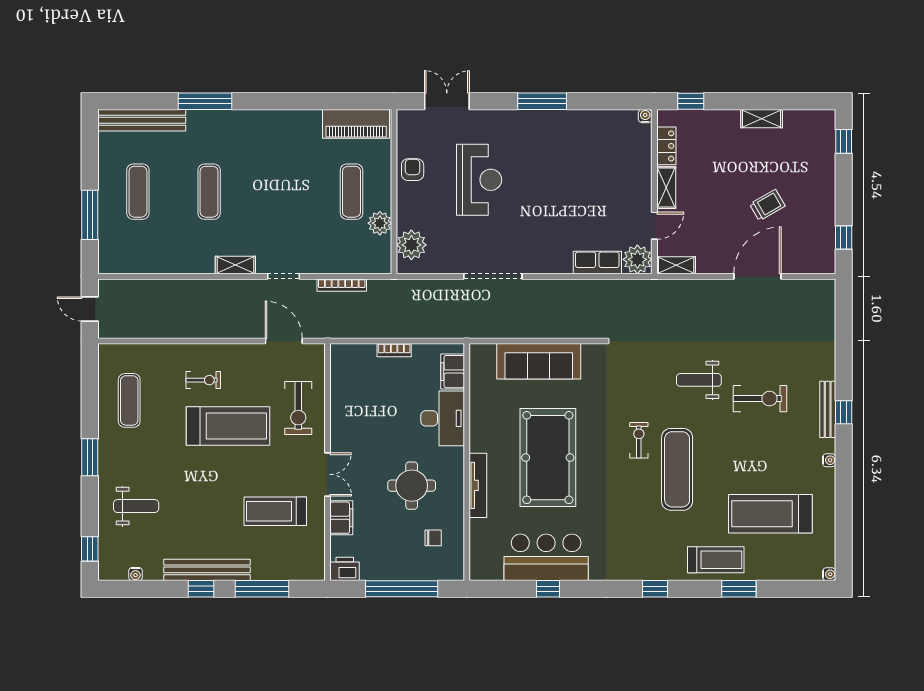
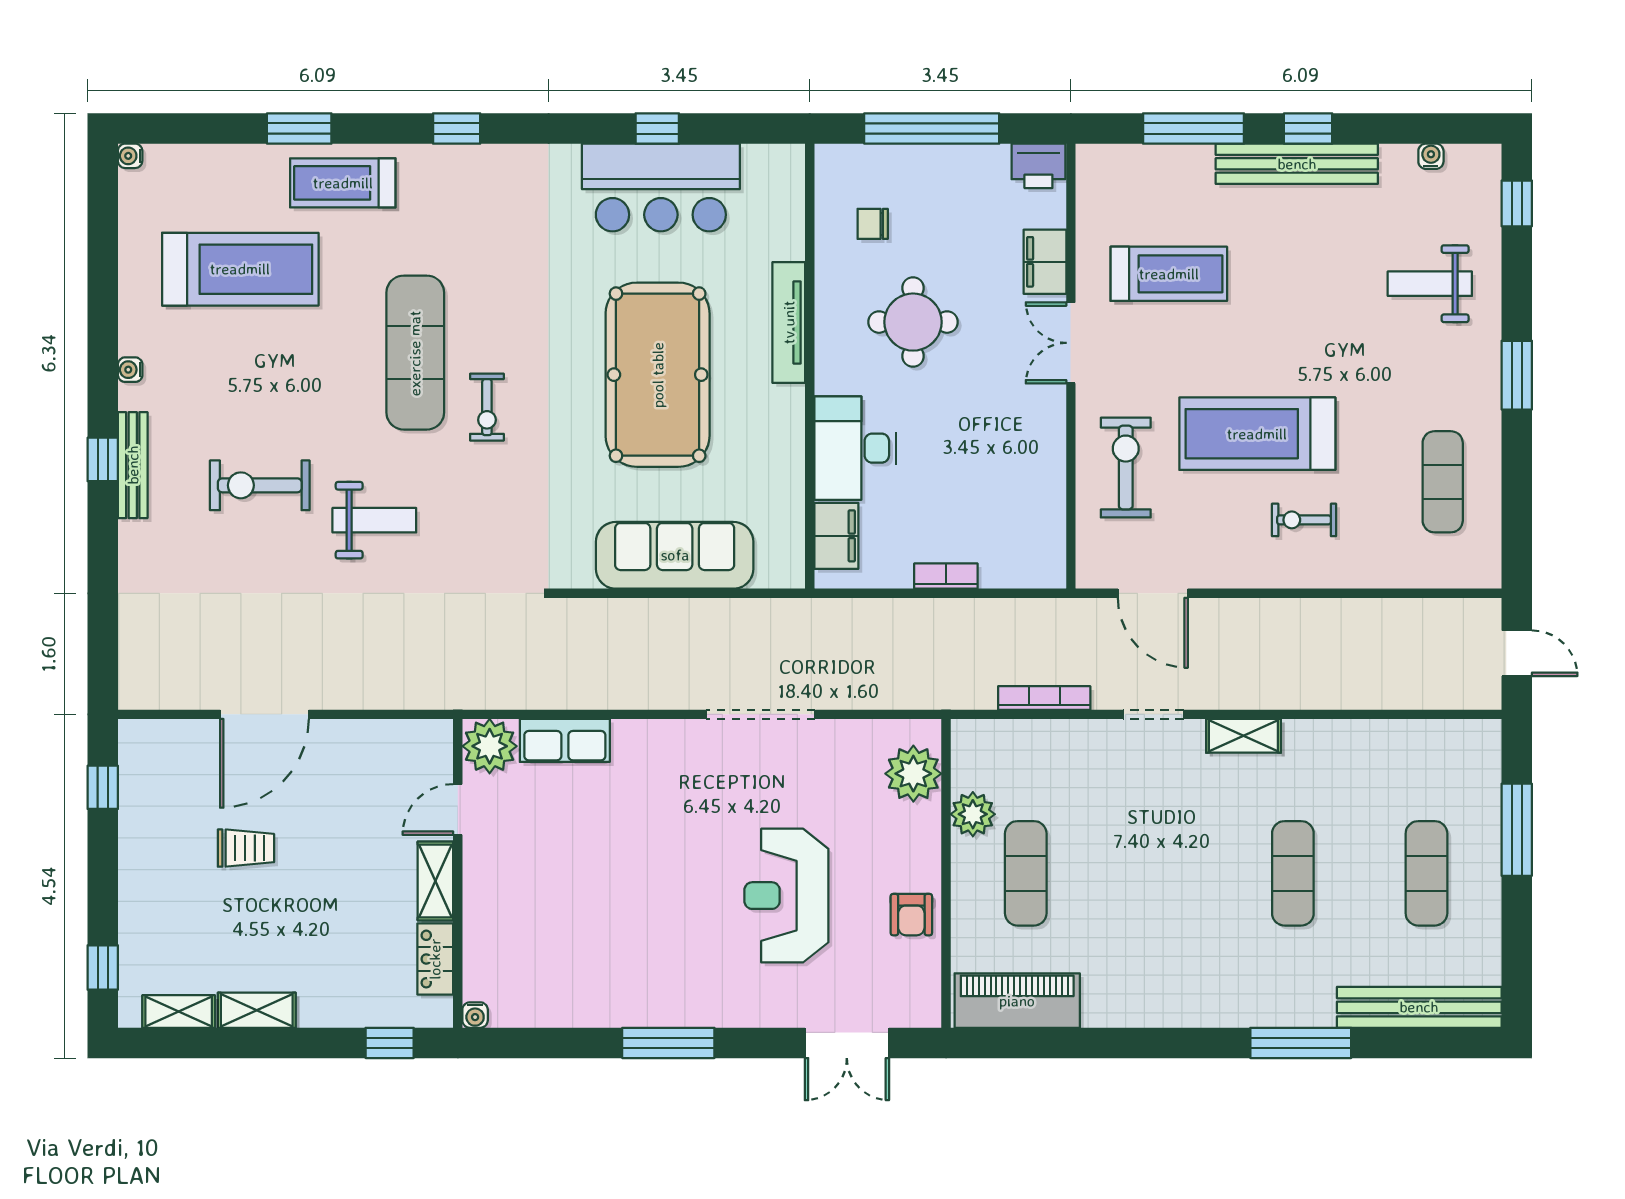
trolley: (767, 205) -> (246, 848), turned -150
shelving: (676, 265) -> (179, 1012), moved

